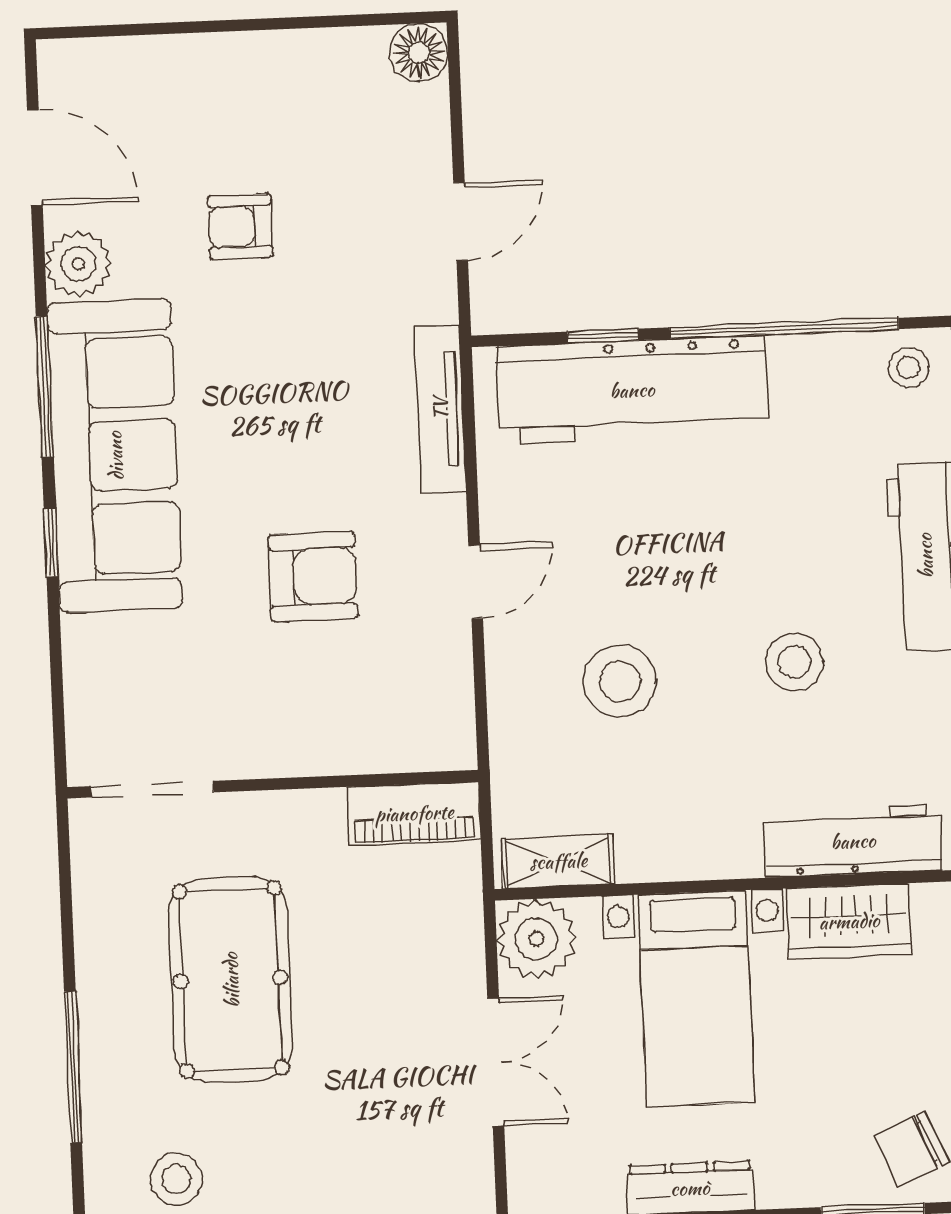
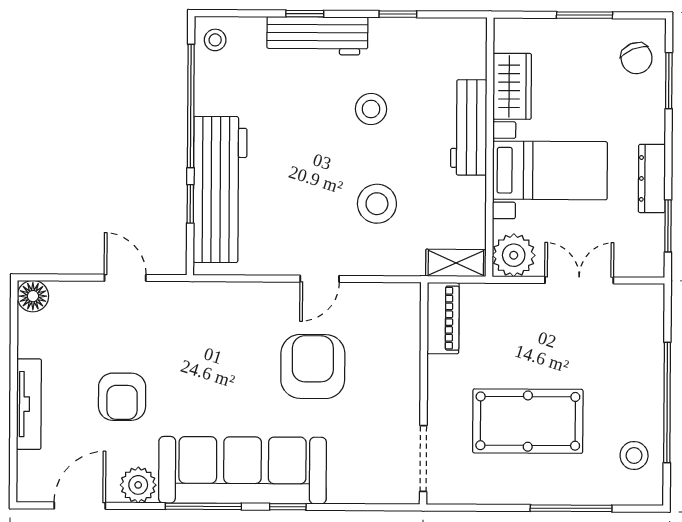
armchair: (240, 226) -> (122, 397), width x1.38, depth x1.38
tv unit: (440, 409) -> (29, 404), moved, turned -90
armchair: (313, 577) -> (313, 366), width x1.36, depth x1.36
door: (476, 582) -> (320, 279), swing flipped
workbench: (853, 841) -> (469, 127), moved
shelving: (558, 861) -> (456, 263), moved, turned 90

